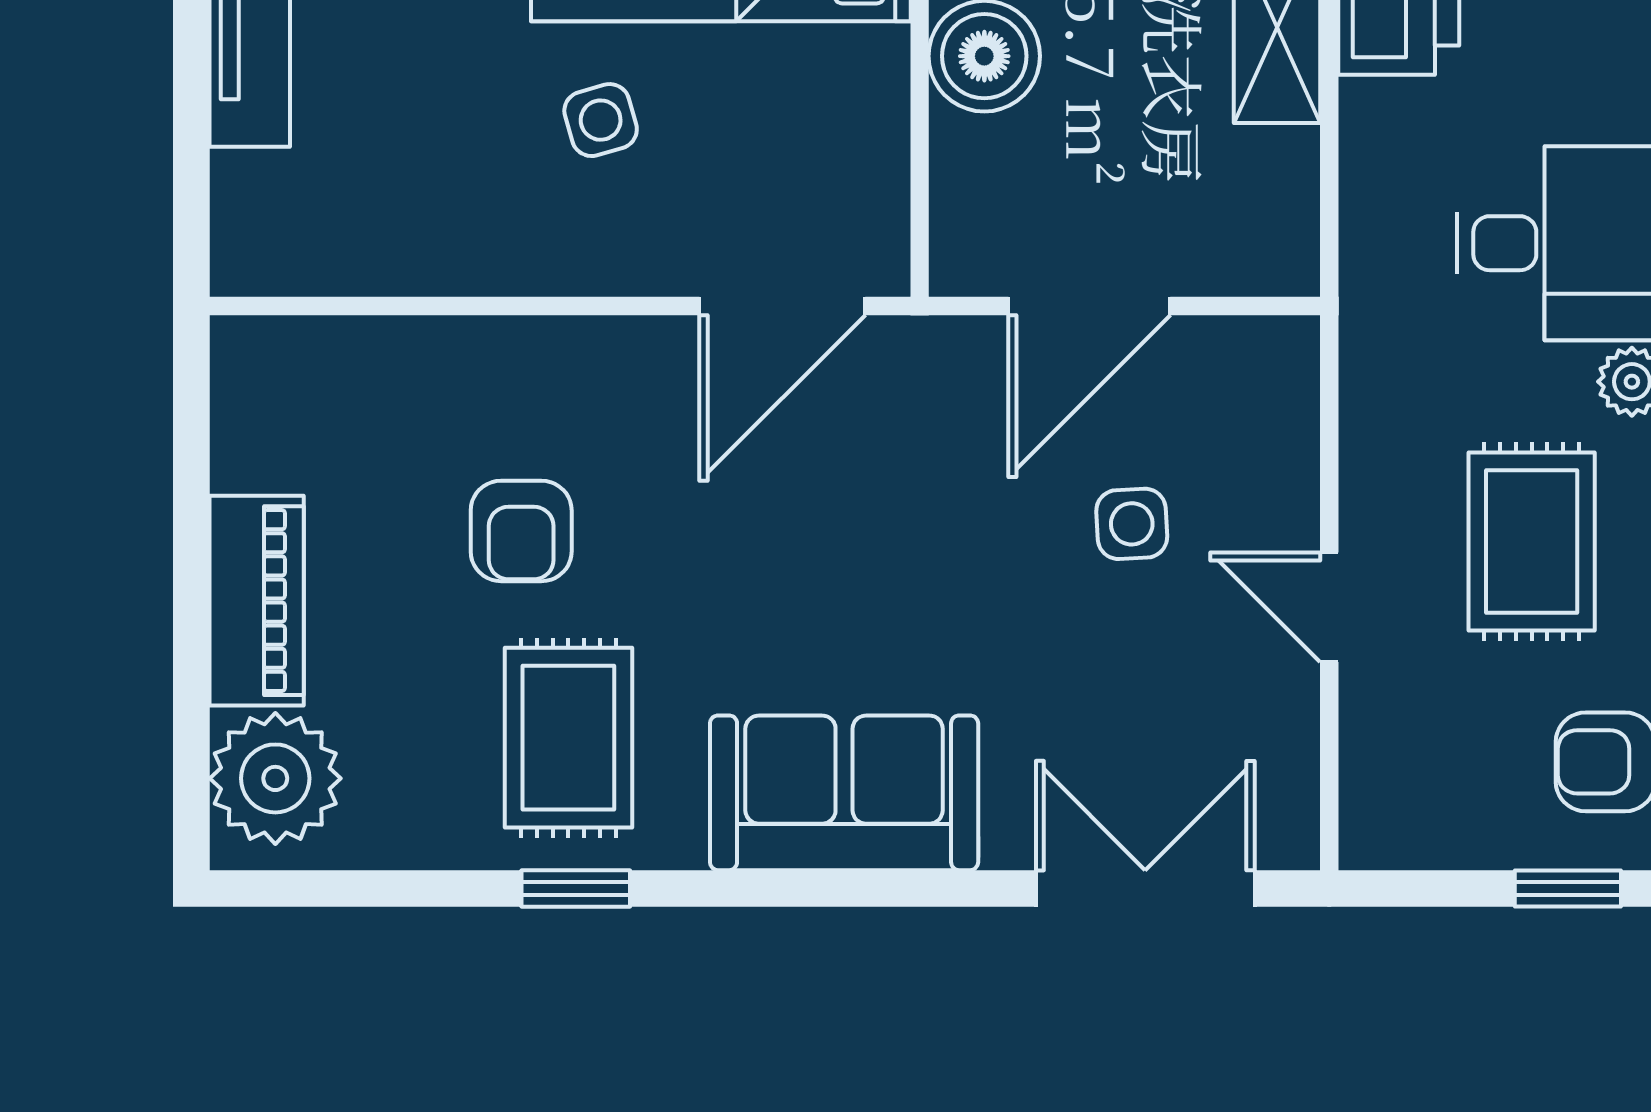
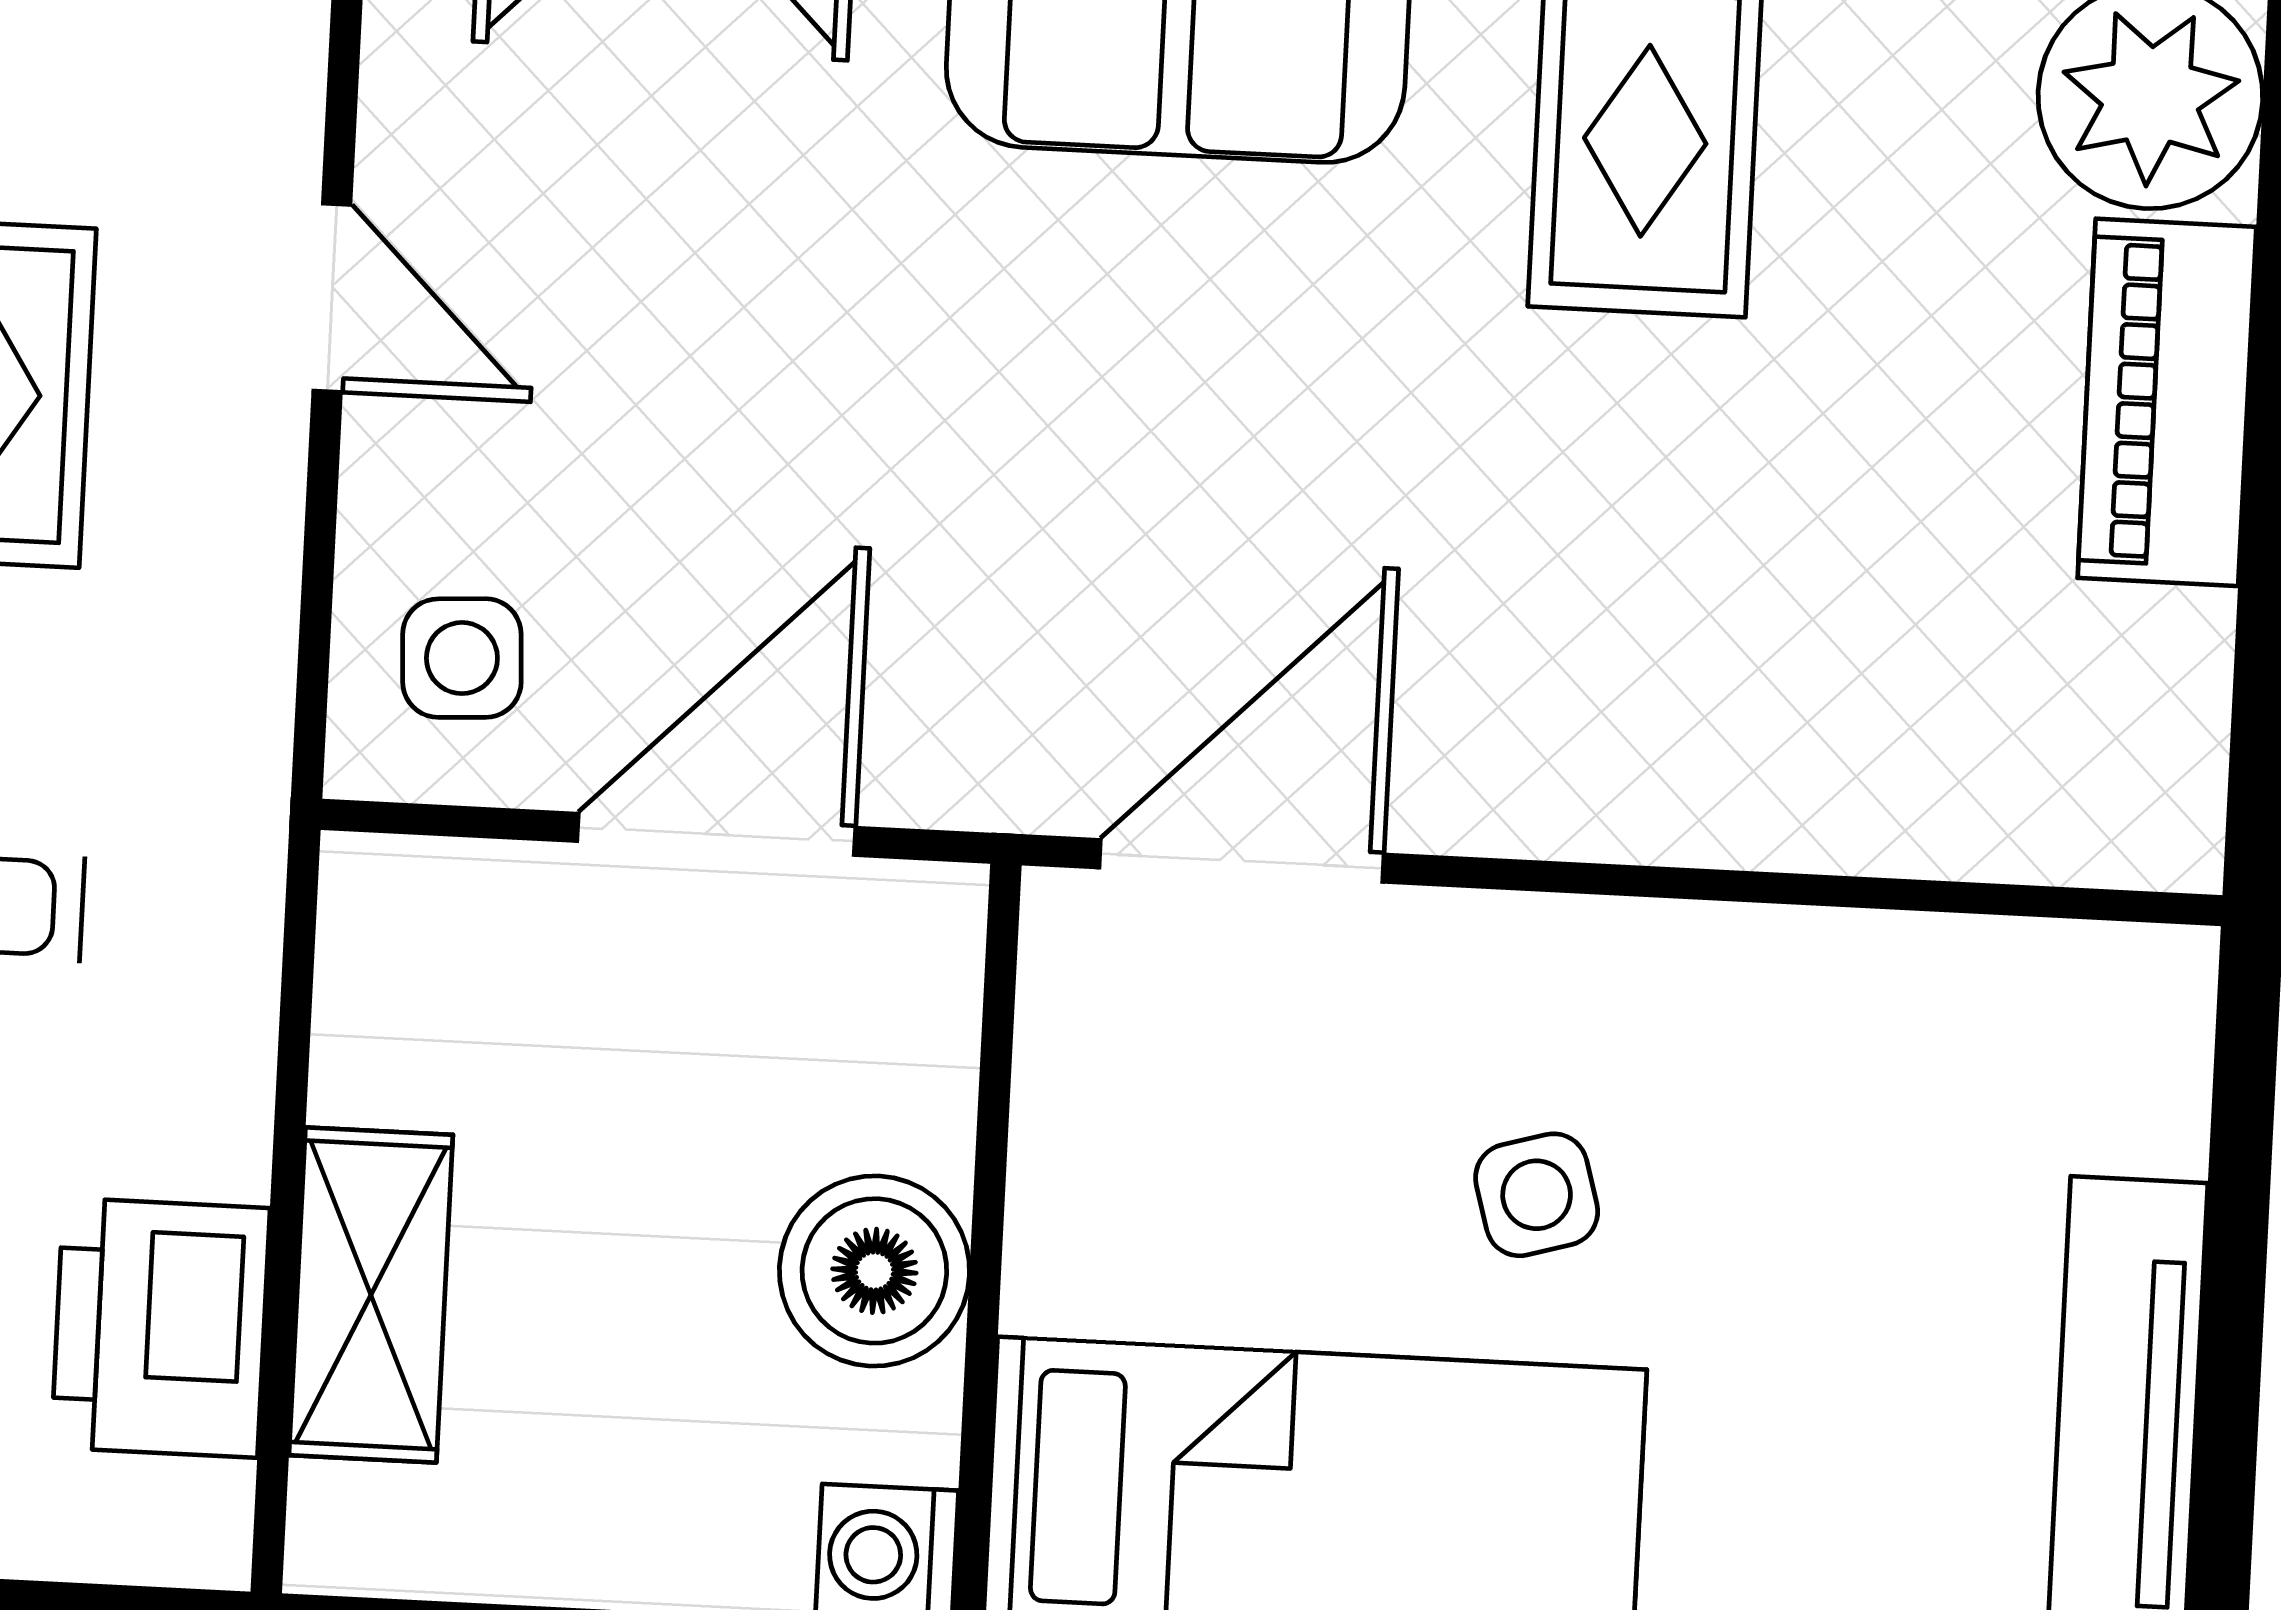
side table: (1132, 524) -> (462, 658), moved
armchair: (521, 531) -> (1708, 499), removed

